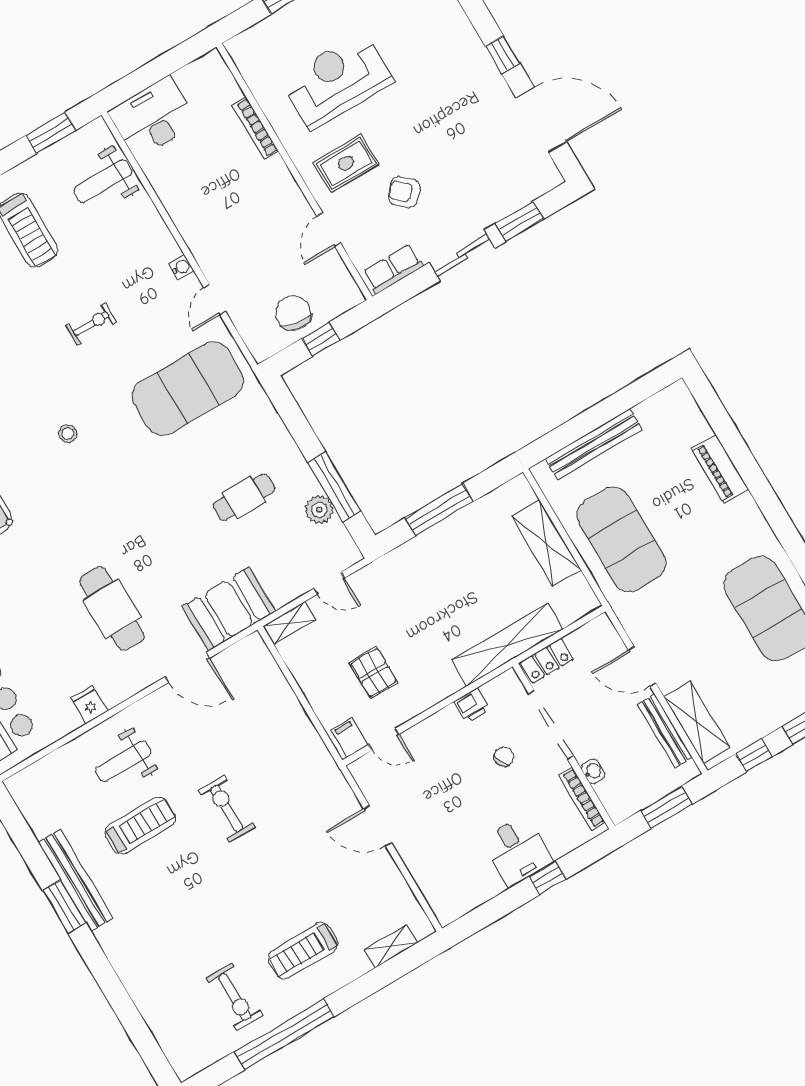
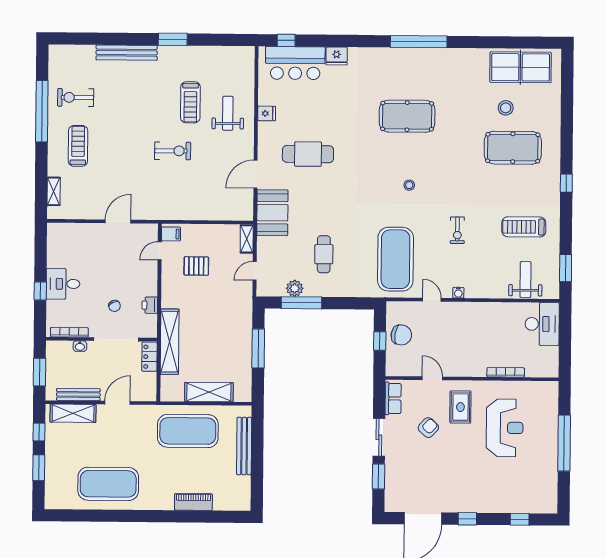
bench: (76, 880) -> (127, 53), moved

